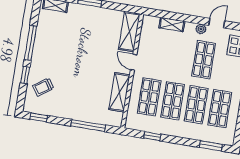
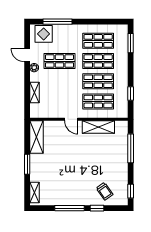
shelving: (129, 32) -> (36, 137), moved, turned 90
door: (134, 62) -> (71, 119), hinge flipped

